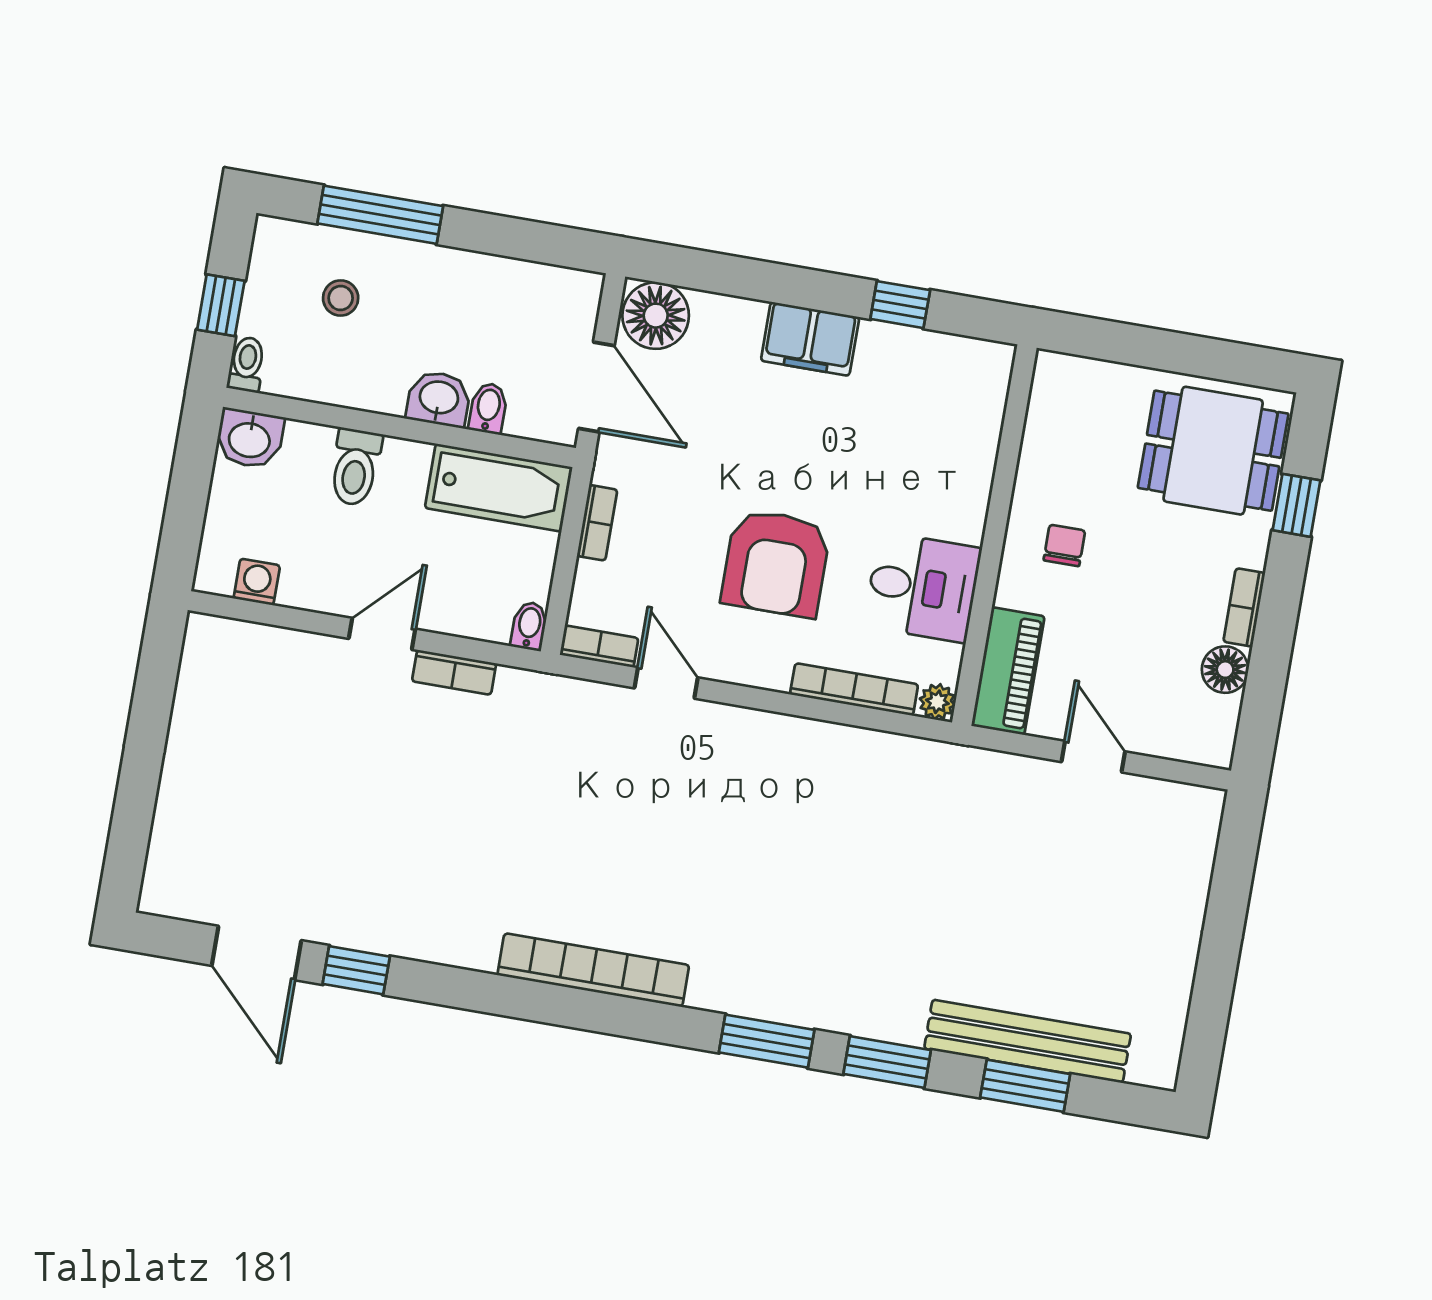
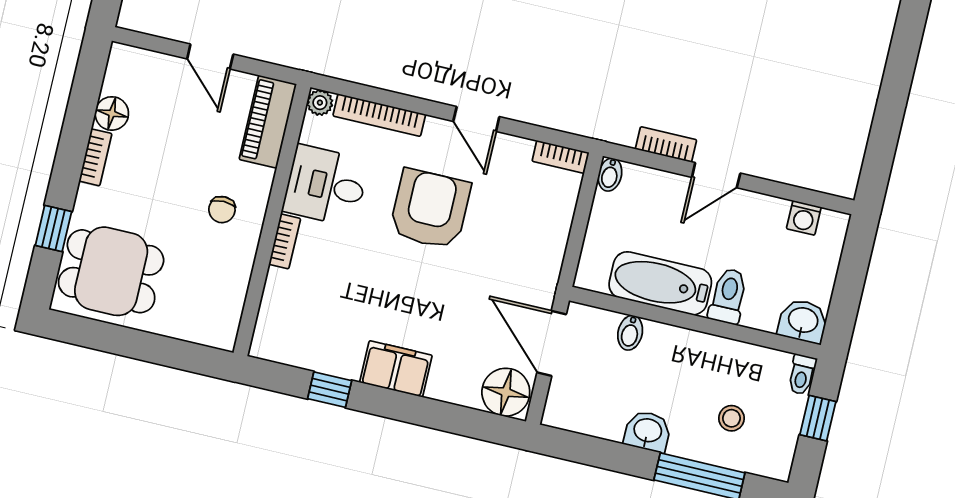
washbasin: (439, 399) -> (648, 431), moved, turned 180
bathtub: (499, 488) -> (660, 283), moved
bookcase: (597, 523) -> (285, 241), moved, turned 180
door: (666, 683) -> (476, 119), moved

